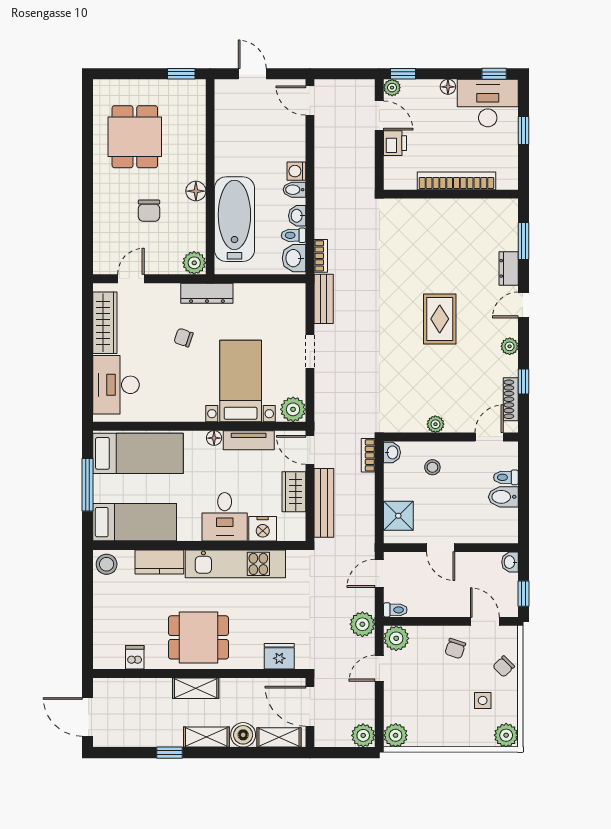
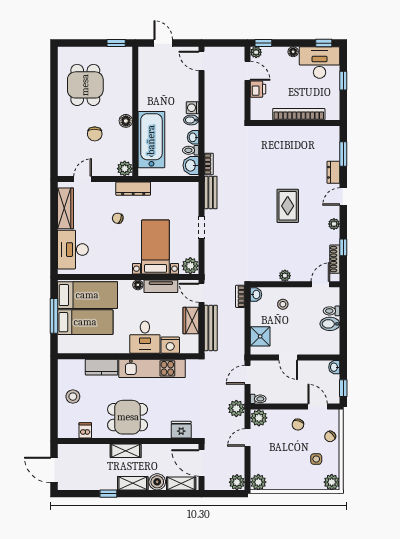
bed: (135, 522) -> (85, 322), moved
stool: (107, 564) -> (73, 397), moved

